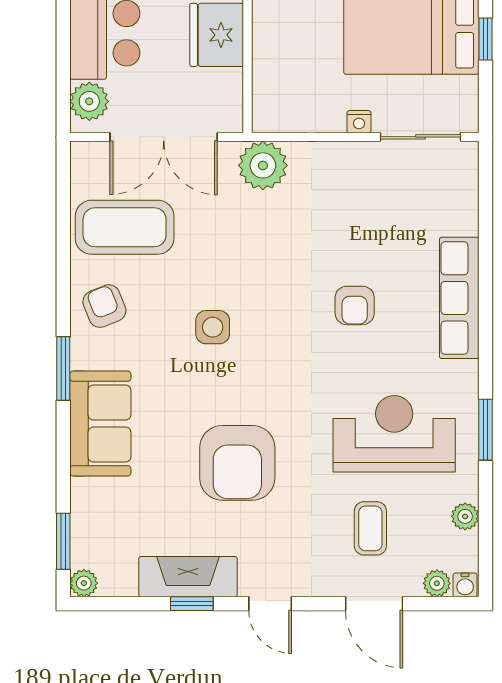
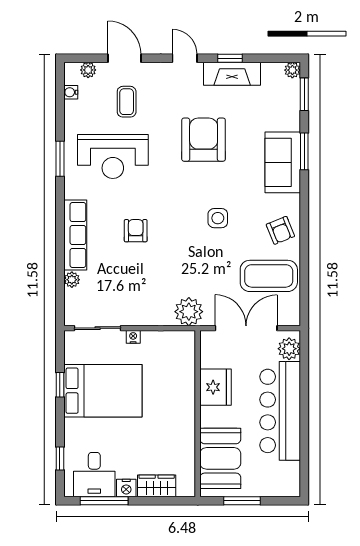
window: (63, 368) -> (304, 151), moved
plant: (465, 516) -> (72, 280), moved
water cooler: (465, 585) -> (71, 92), moved, turned -90

